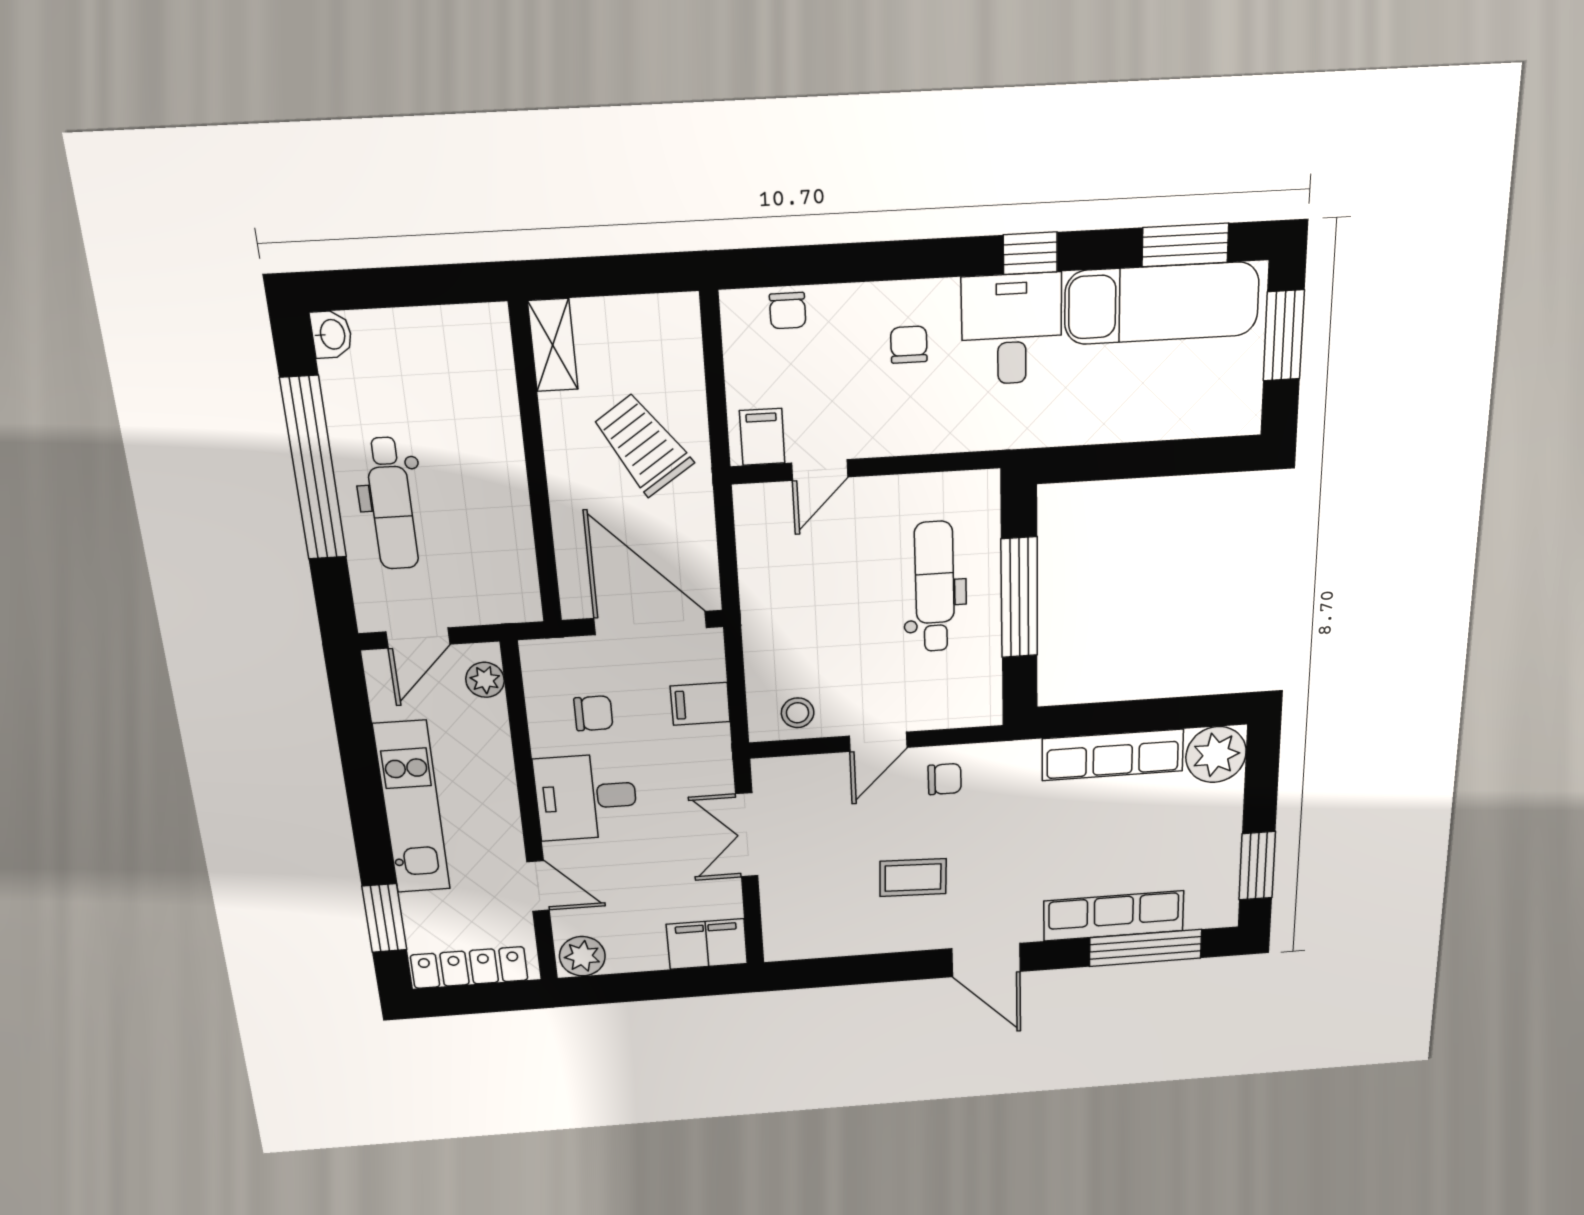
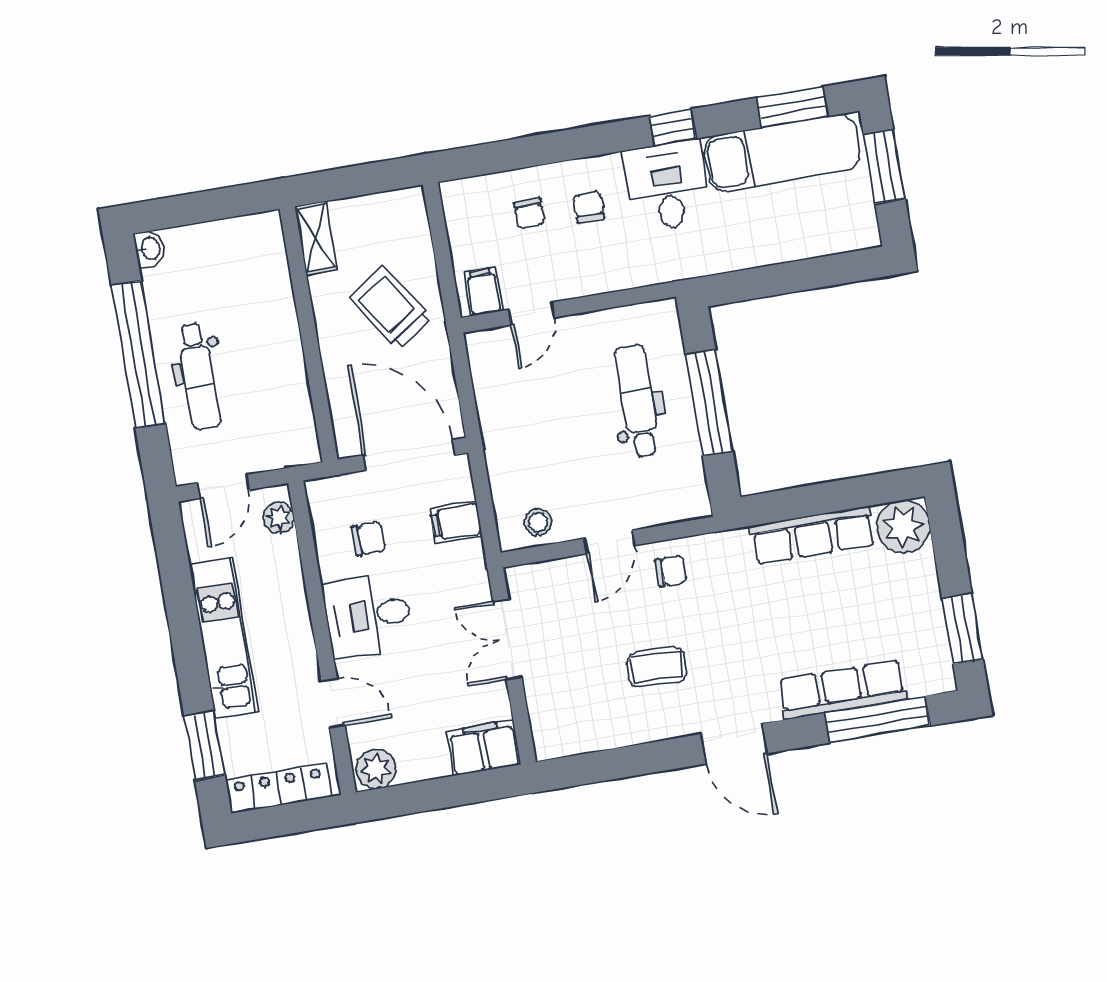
chair: (788, 311) -> (529, 213), moved

